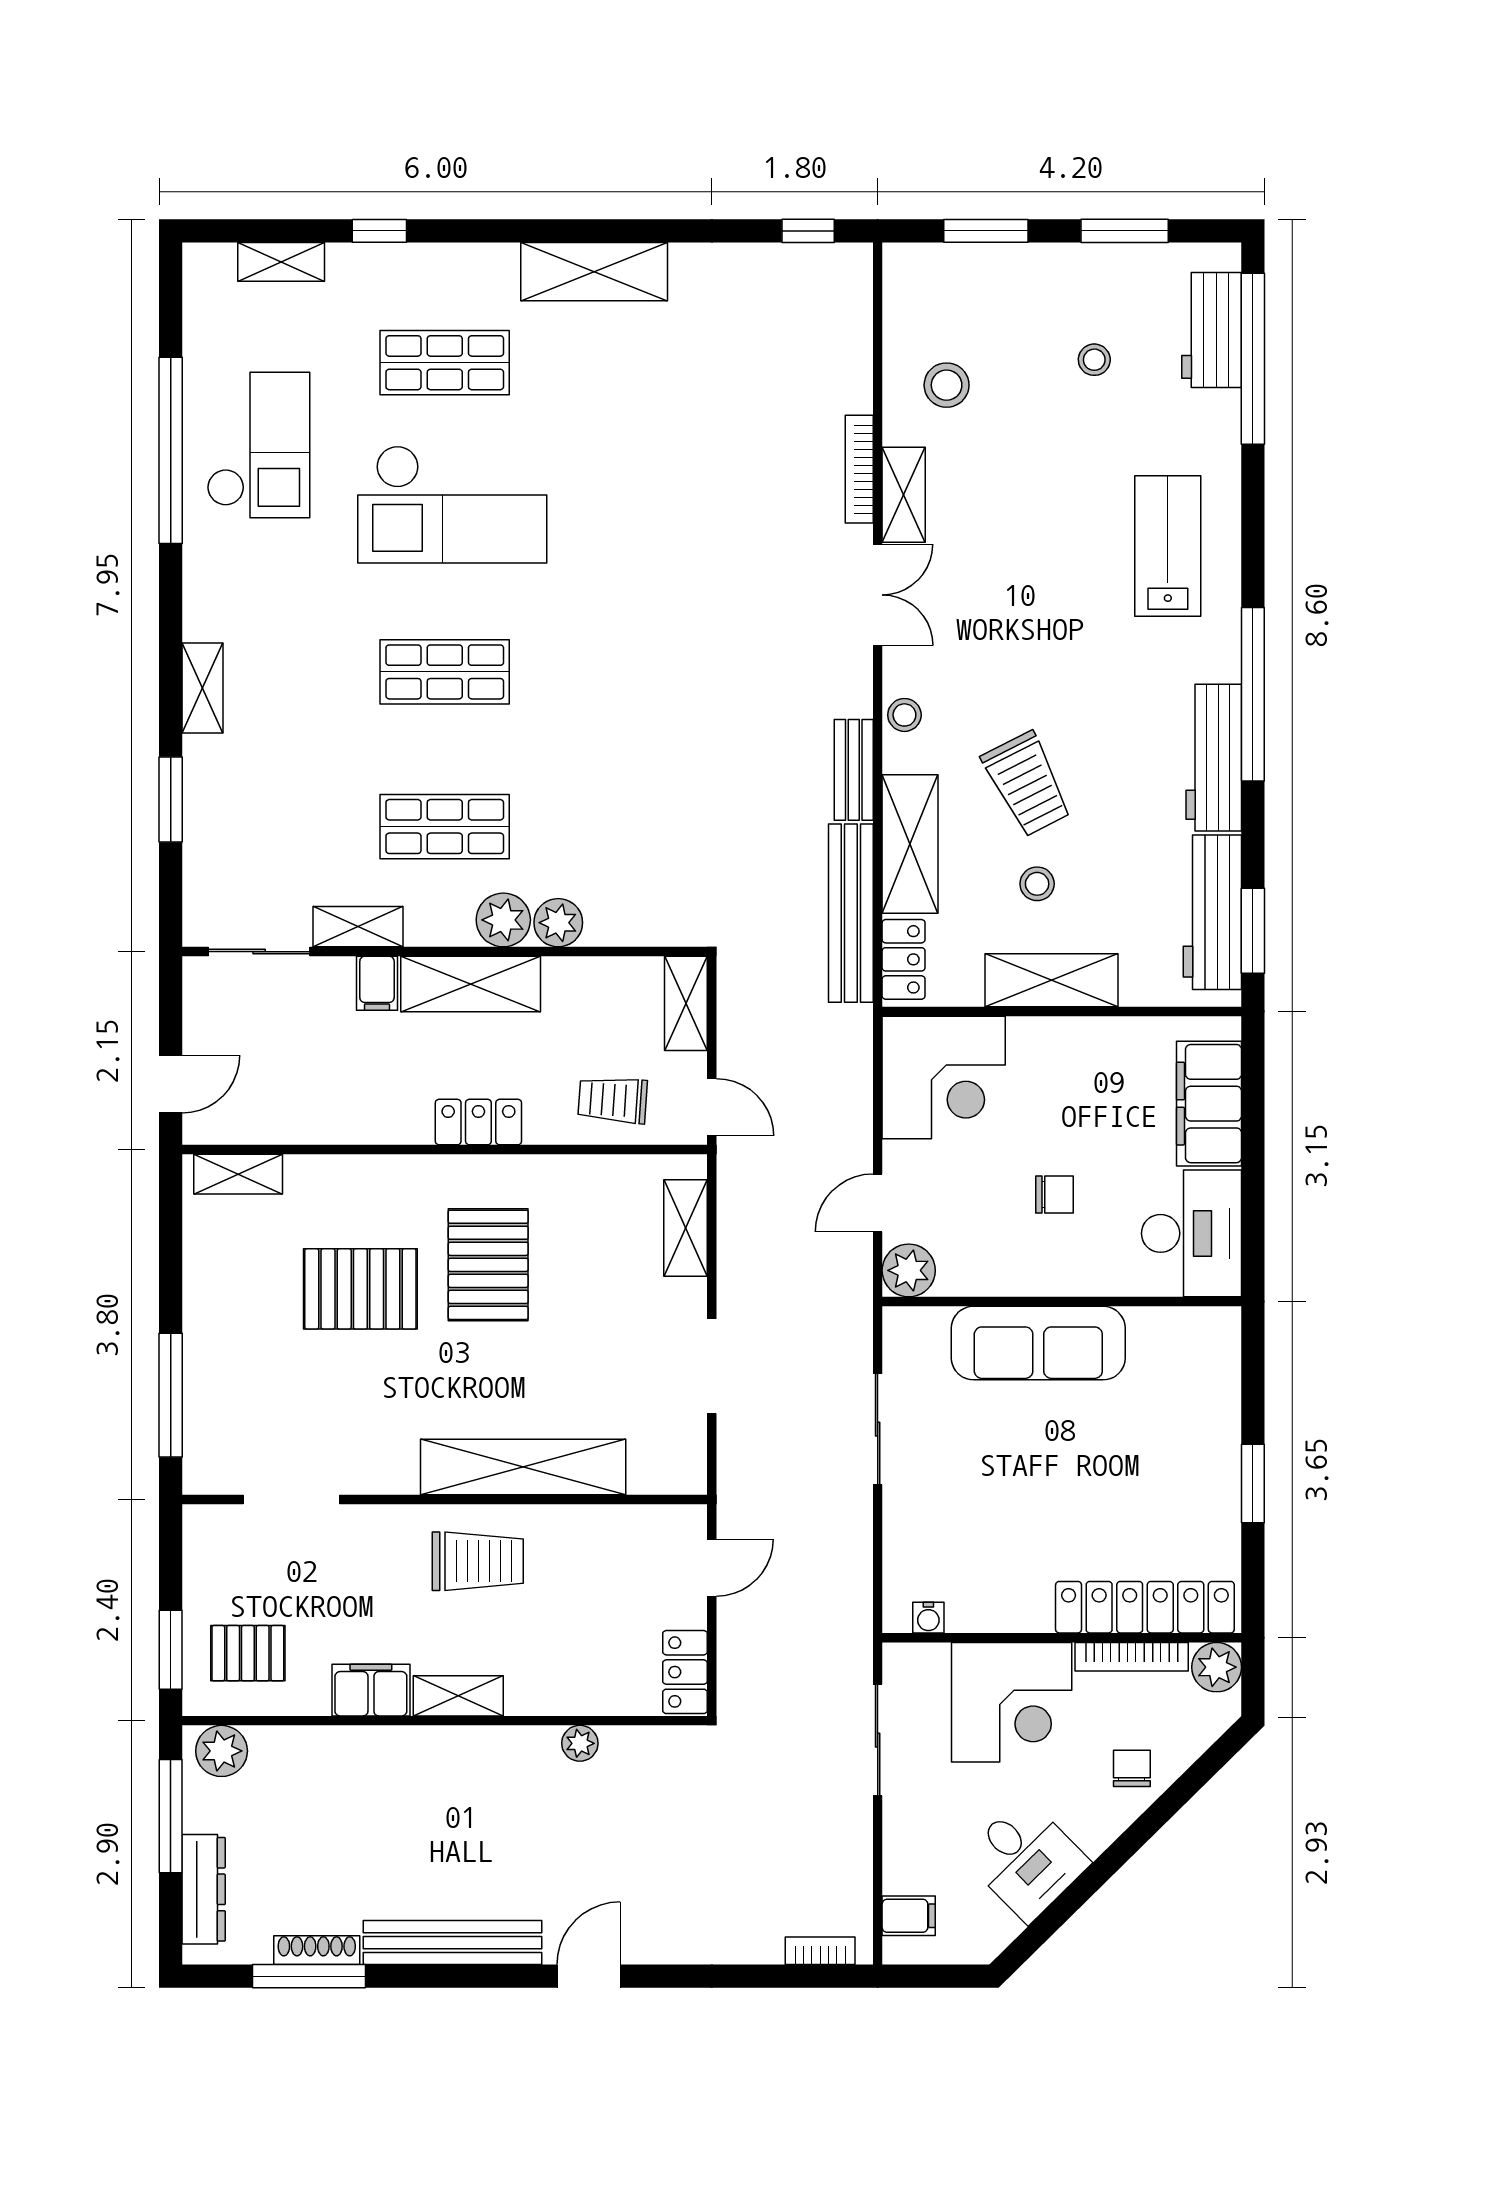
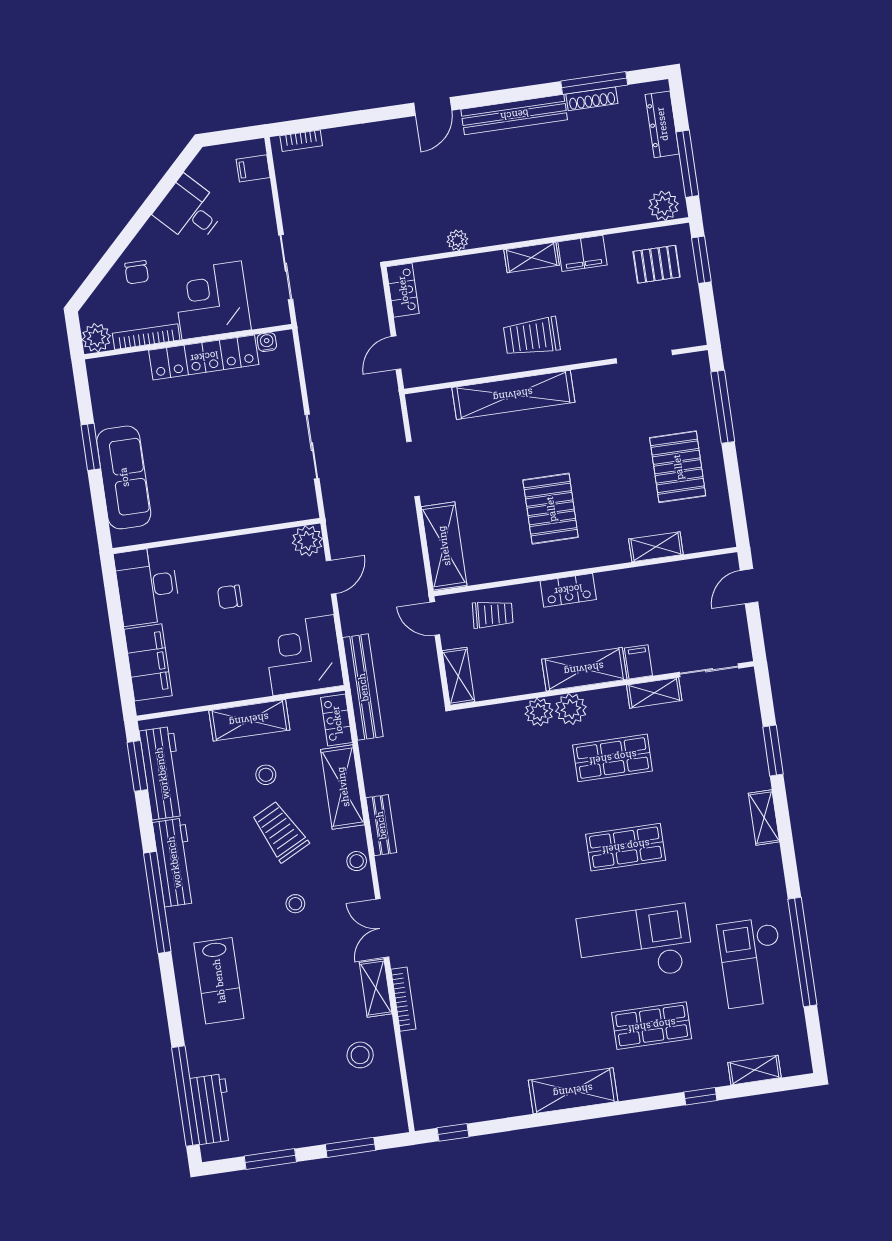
stool: (1094, 360) -> (295, 904), moved
bench: (851, 913) -> (363, 687), moved
shelving: (238, 1174) -> (656, 547), moved
shelving: (686, 1228) -> (444, 546), width x1.50, depth x1.33
pallet: (360, 1289) -> (678, 467), moved, turned 90
sofa: (1038, 1343) -> (124, 477), moved, turned 90
locker: (1145, 1607) -> (204, 357), moved

